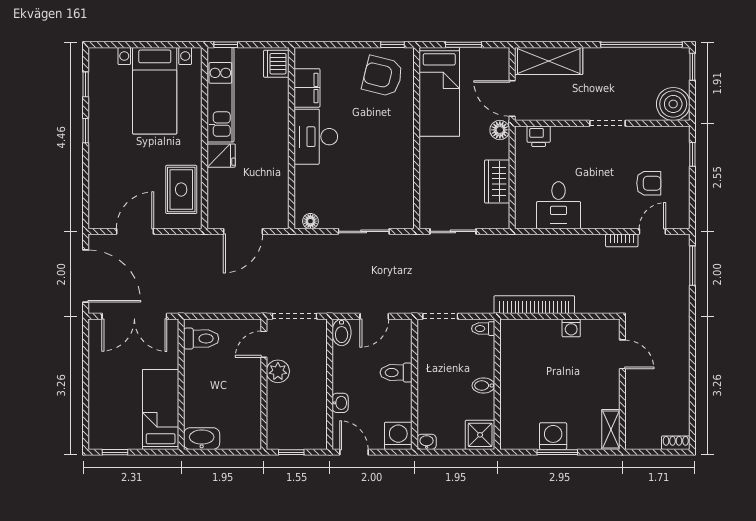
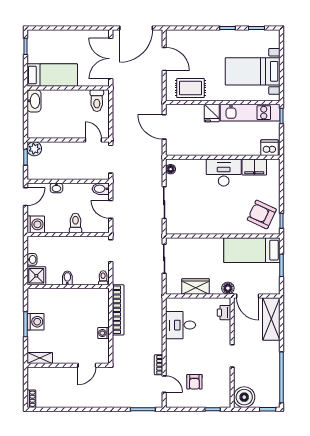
armchair: (383, 76) -> (262, 215), turned -79
door: (512, 98) -> (248, 296), swing flipped
plant: (278, 371) -> (34, 149), moved
washbasin: (427, 442) -> (32, 259), moved

